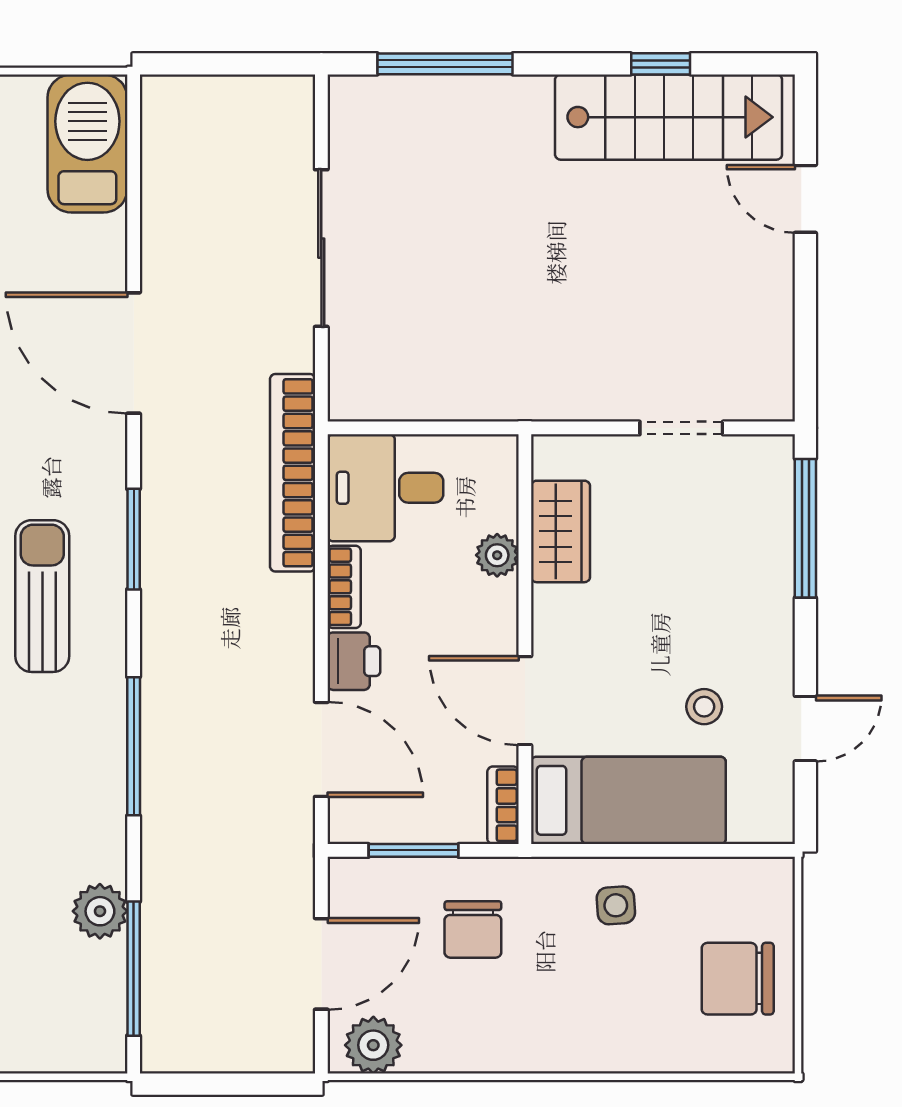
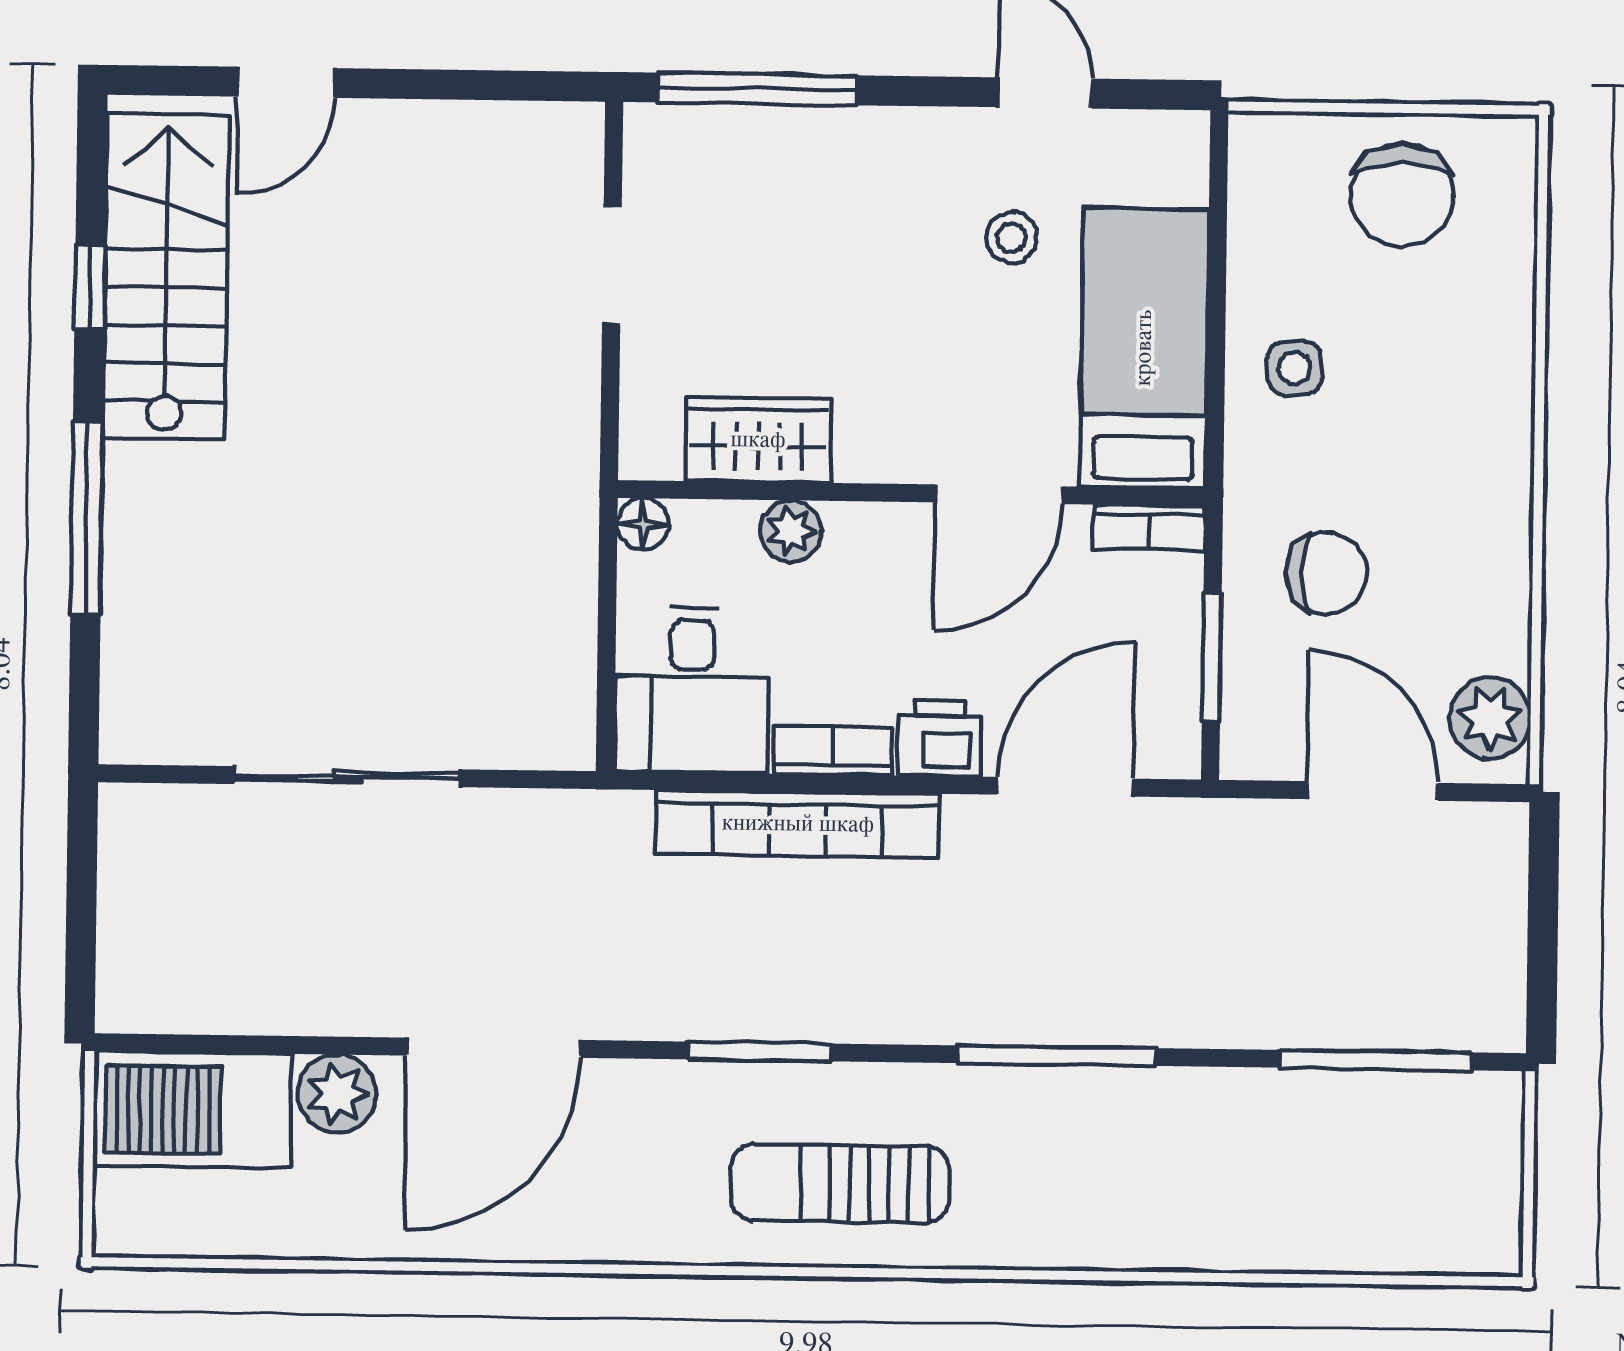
window: (445, 64) -> (87, 518), moved
floor lamp: (501, 452) -> (643, 524), added
bookcase: (293, 473) -> (798, 824), moved
plant: (100, 911) -> (337, 1094), moved

